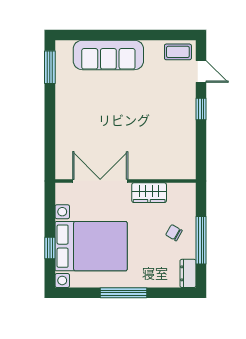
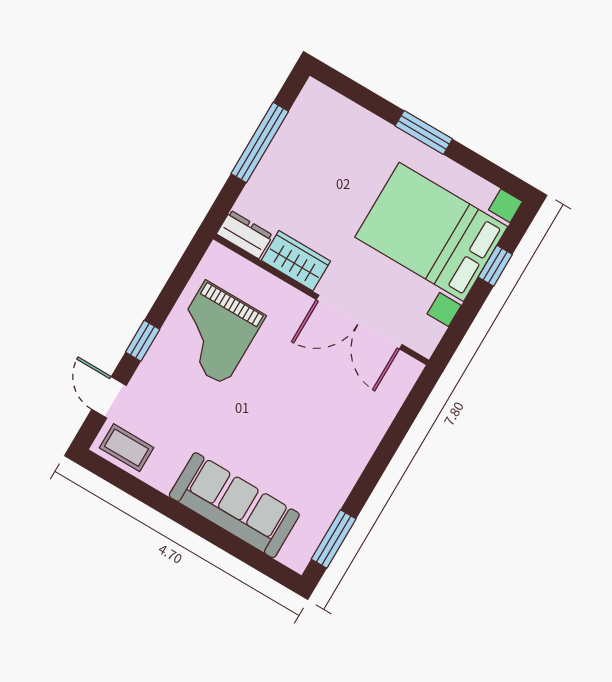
grand piano: (168, 134) -> (215, 333), added
chair: (174, 233) -> (294, 178), removed
dresser: (188, 273) -> (245, 235), moved, turned -90
window: (124, 293) -> (424, 132), width x0.69

